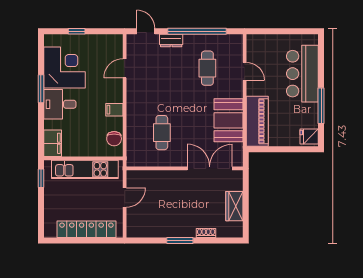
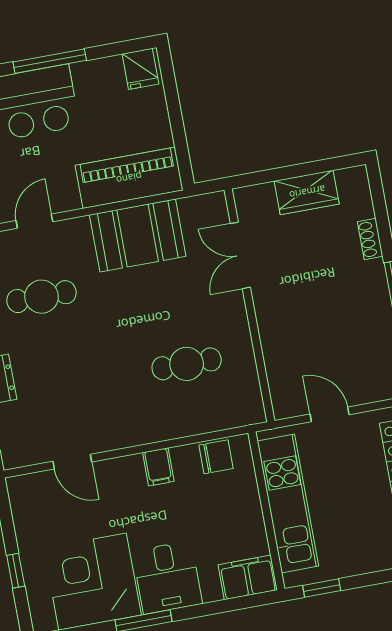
window: (321, 106) -> (50, 61), moved
double door: (210, 168) -> (240, 255), width x0.73

